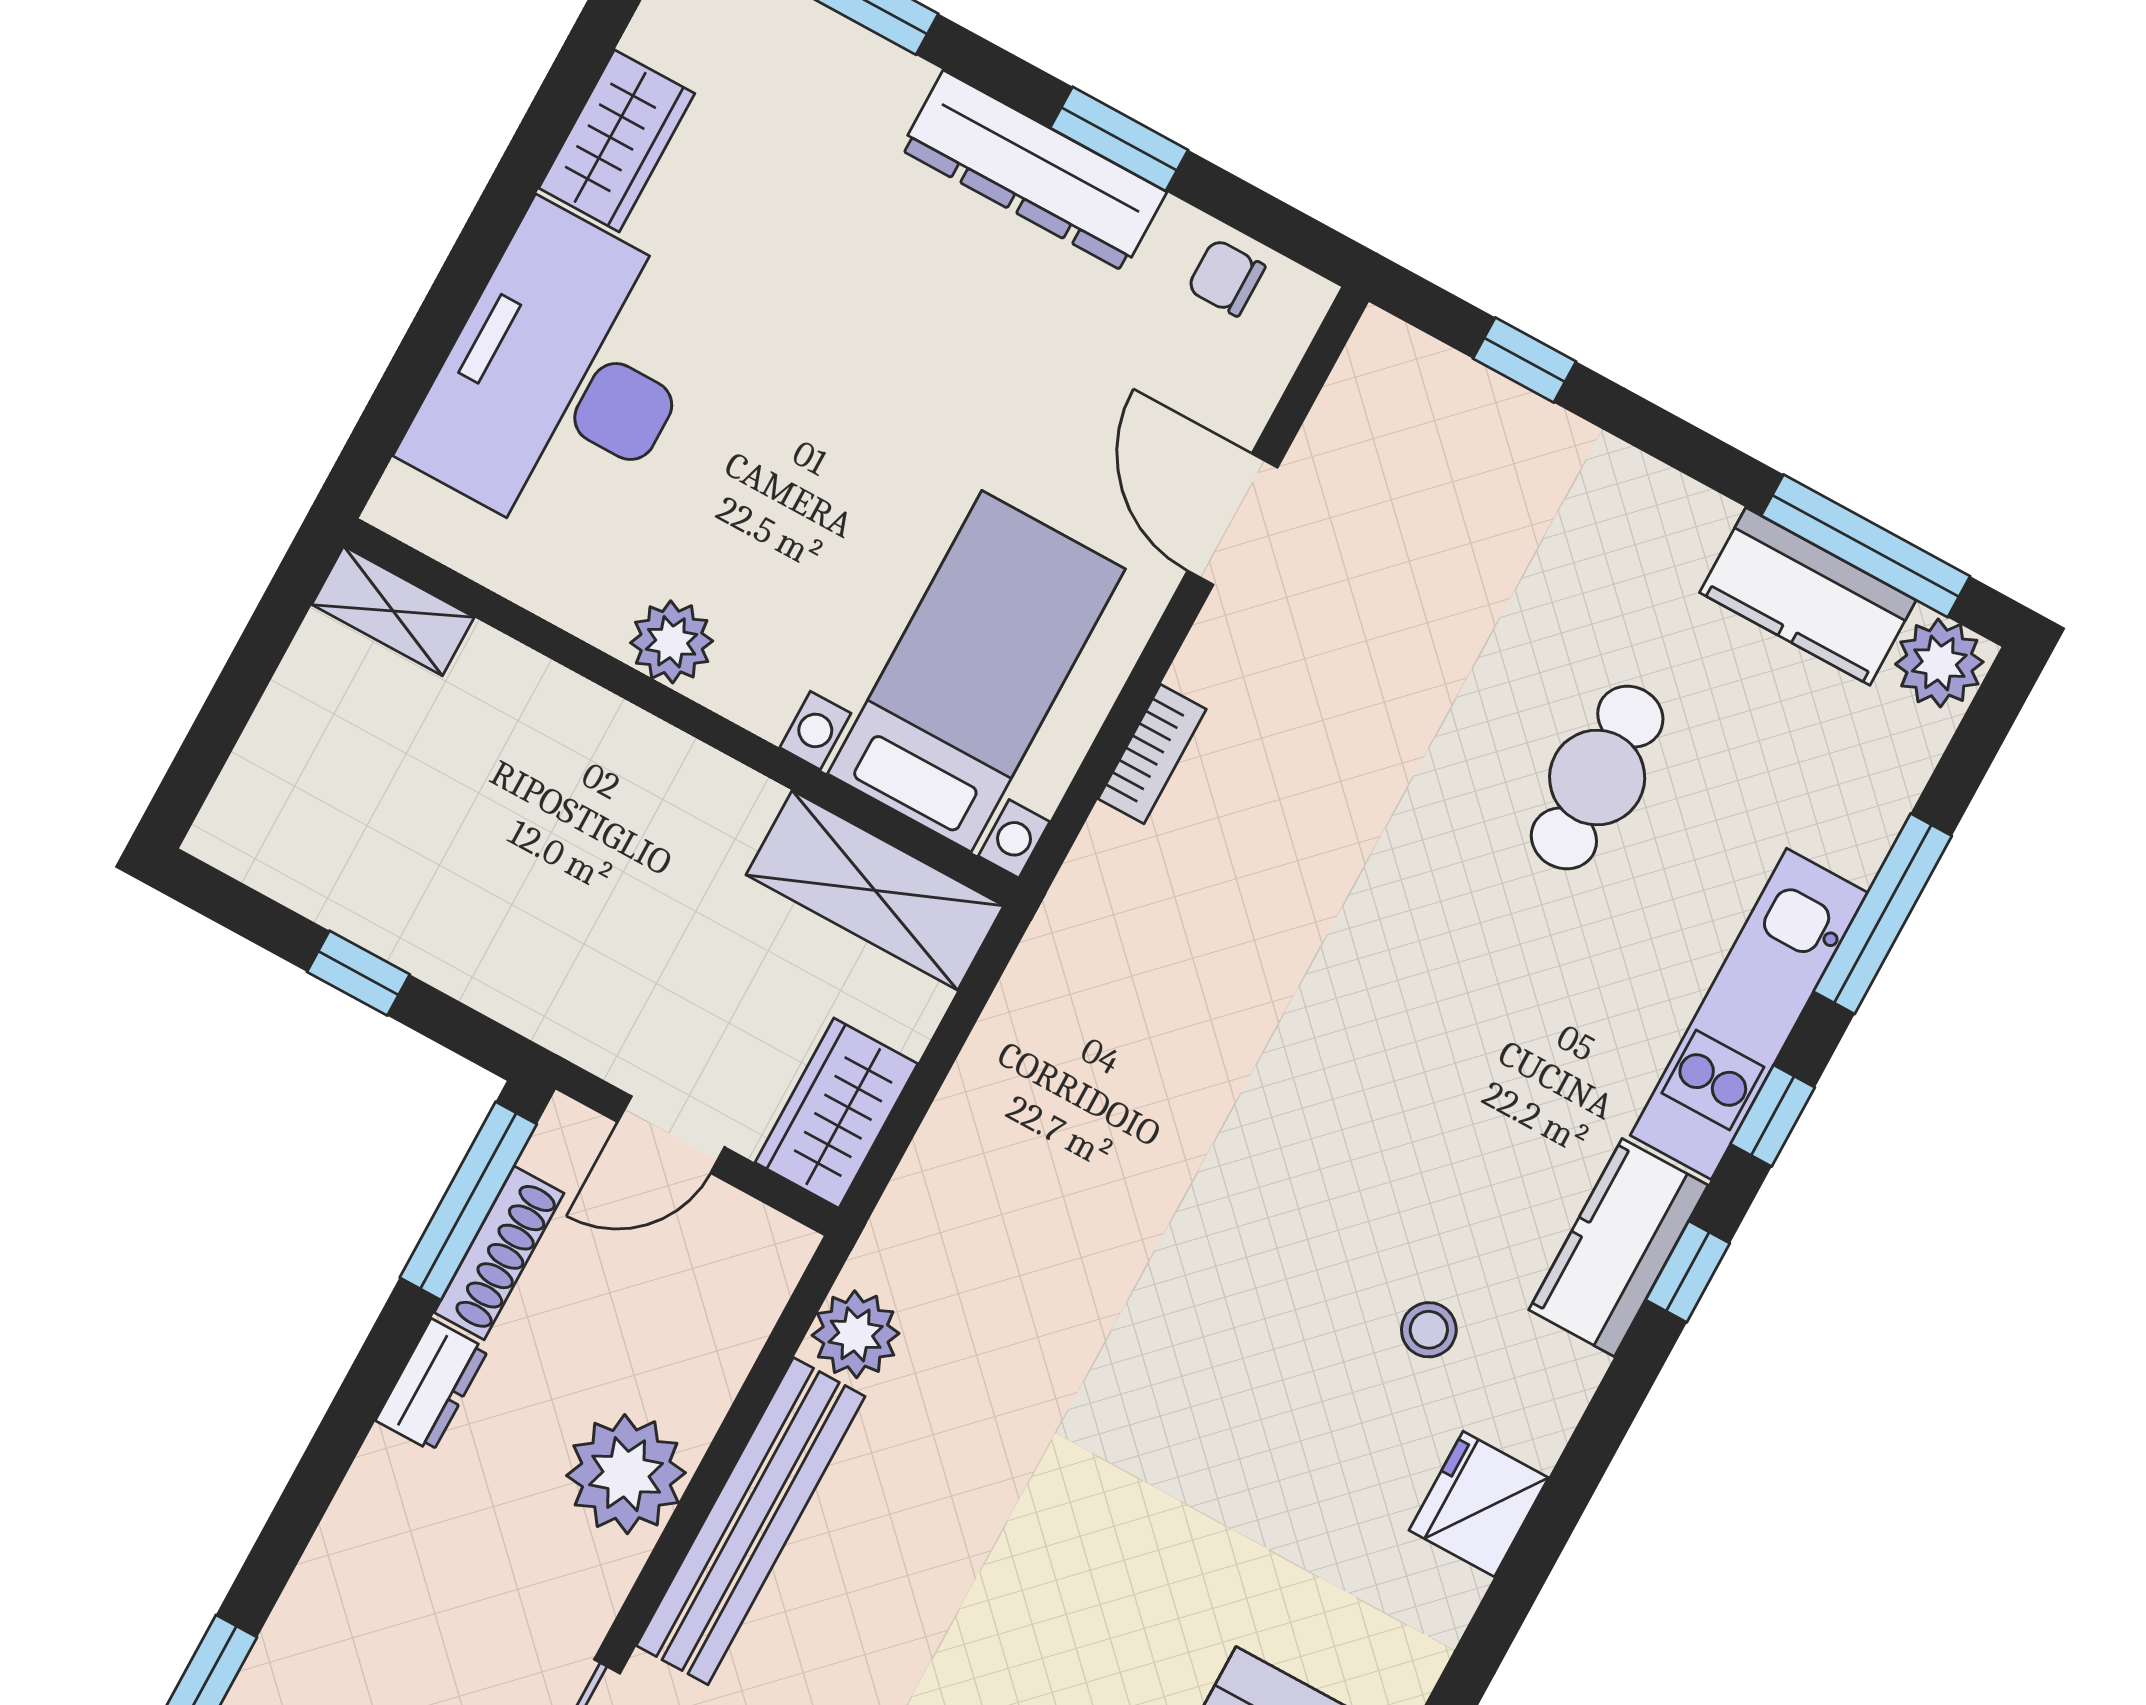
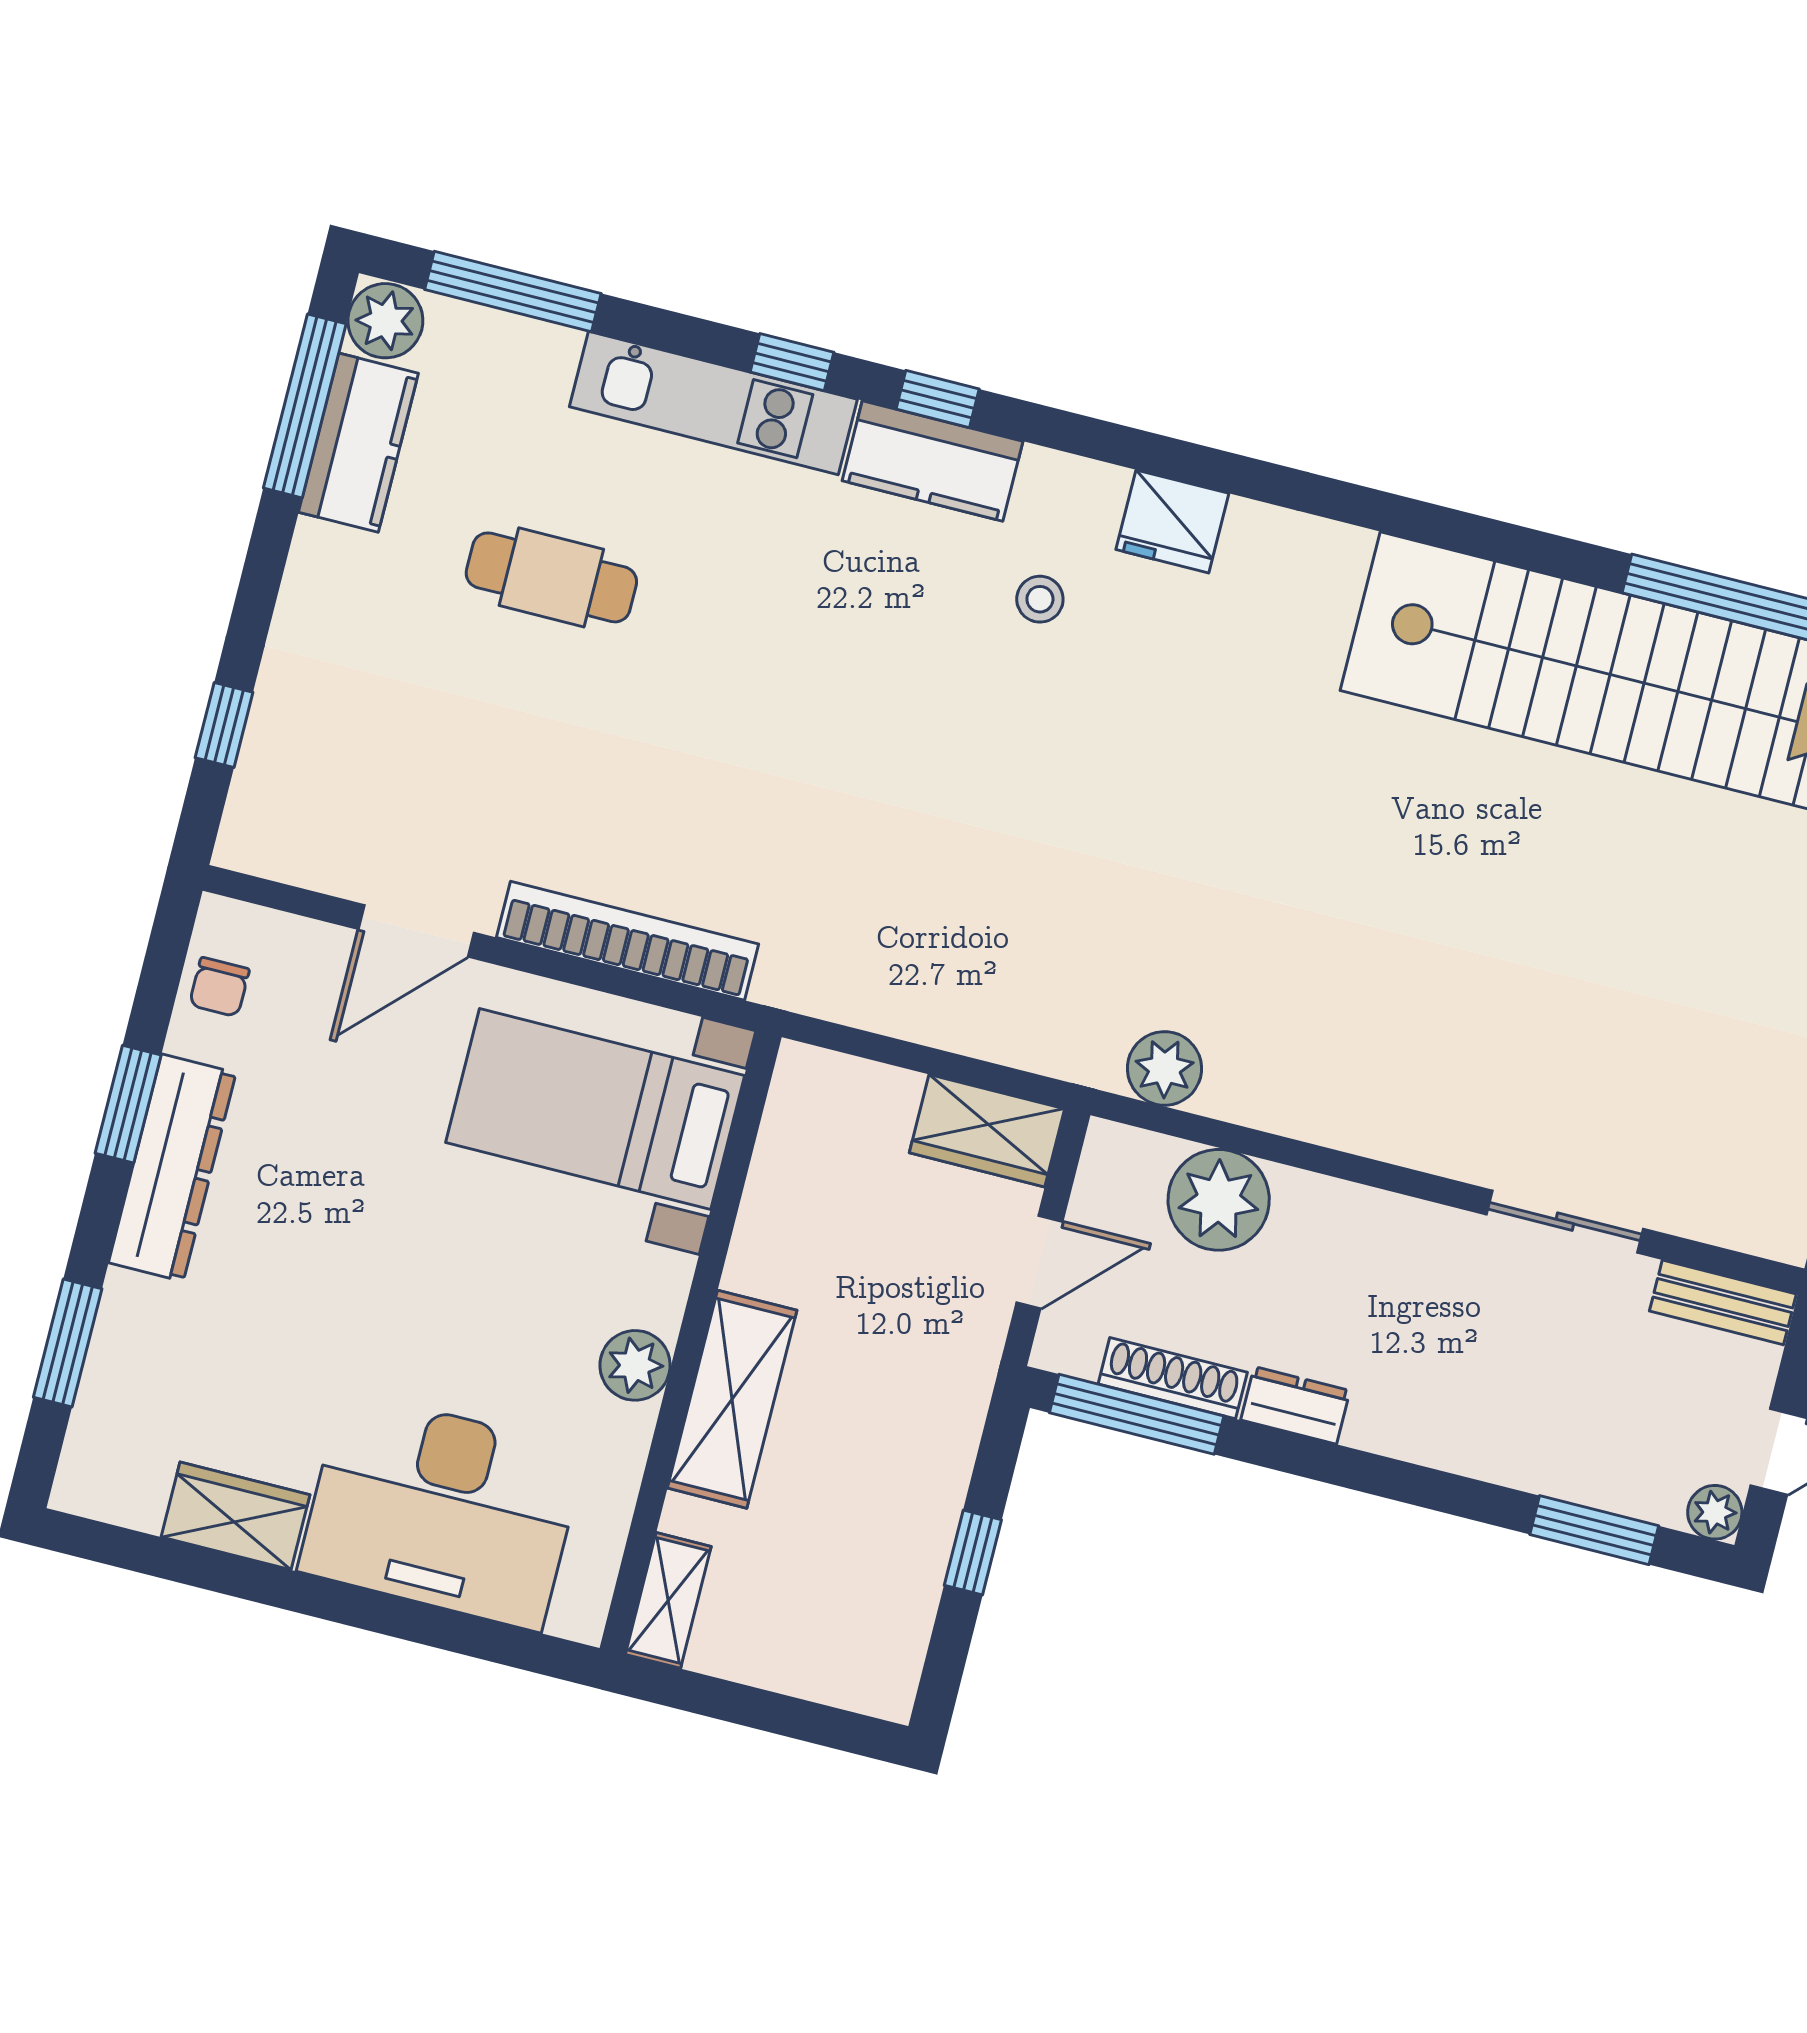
bookcase: (1152, 754) -> (628, 941), width x2.31, depth x1.31
shelving: (875, 890) -> (732, 1399), moved
window: (1883, 914) -> (513, 292), moved
door: (671, 1135) -> (1039, 1262), hinge flipped
plant: (626, 1474) -> (1219, 1200), moved
bench: (751, 1521) -> (1340, 1115), removed

